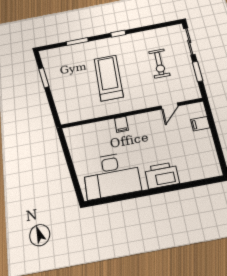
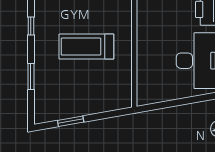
filing cabinet: (121, 124) -> (145, 41), removed

